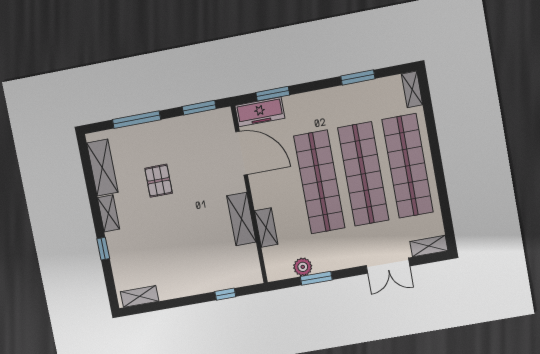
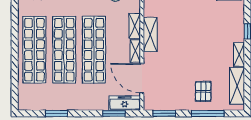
shelving: (412, 89) -> (135, 51), moved
pallet: (159, 181) -> (203, 91), moved

